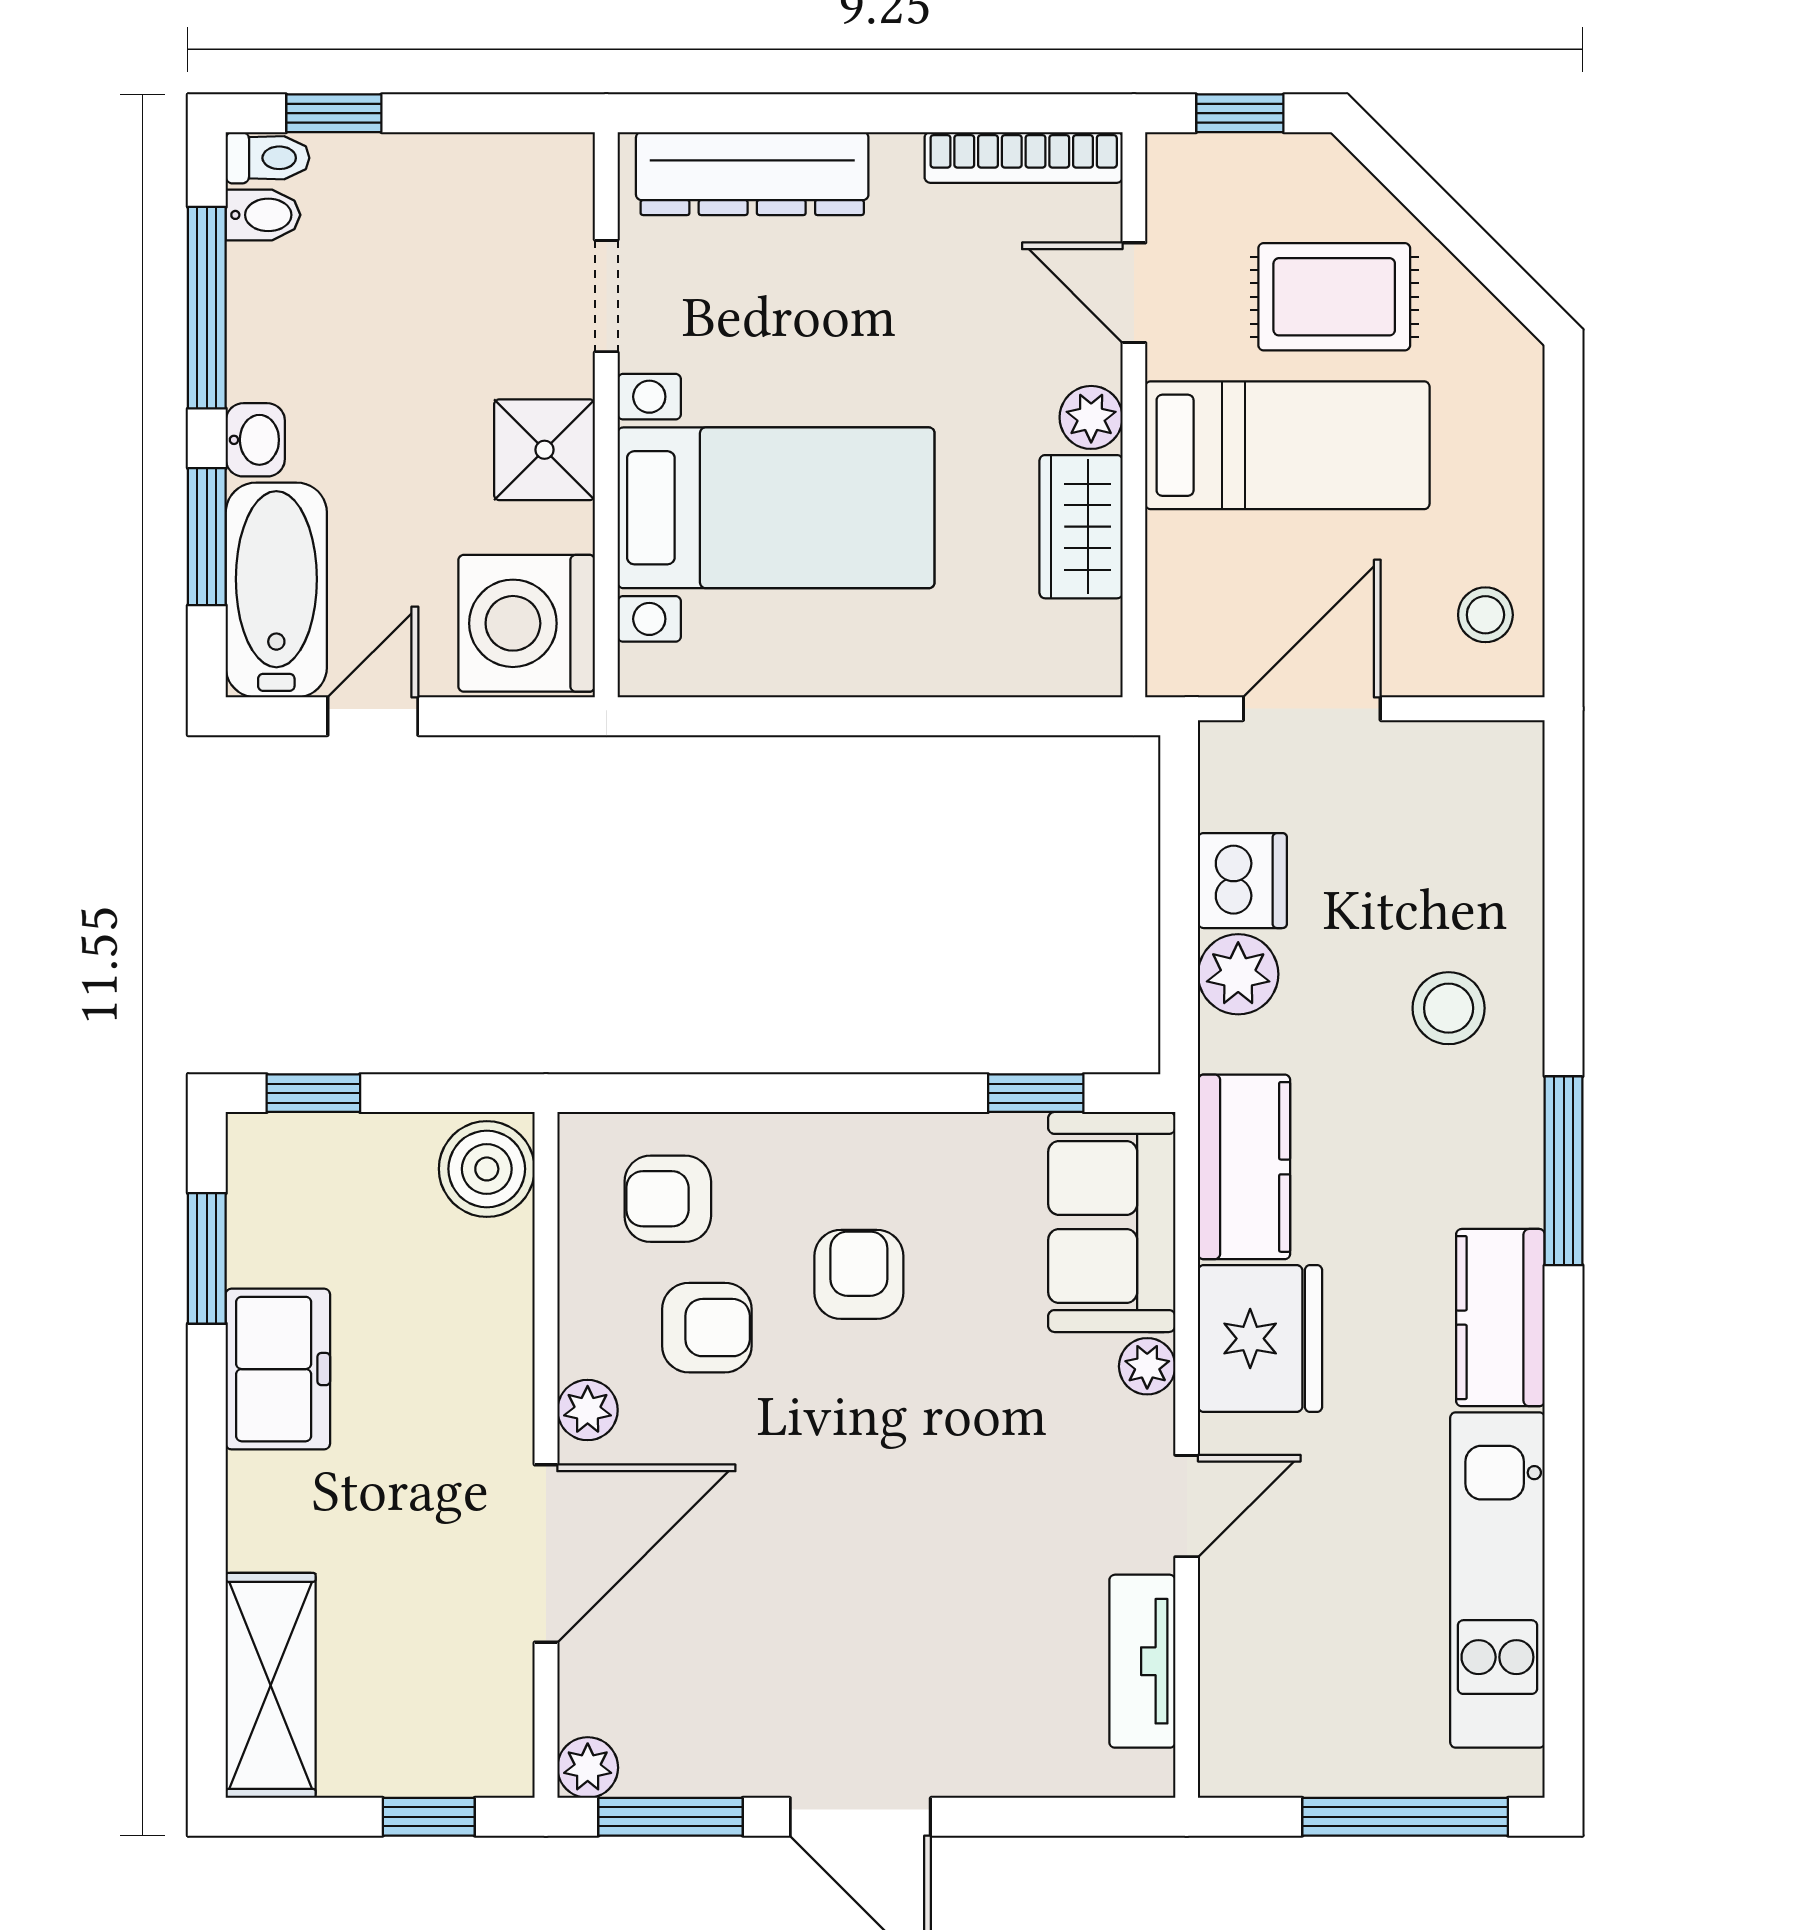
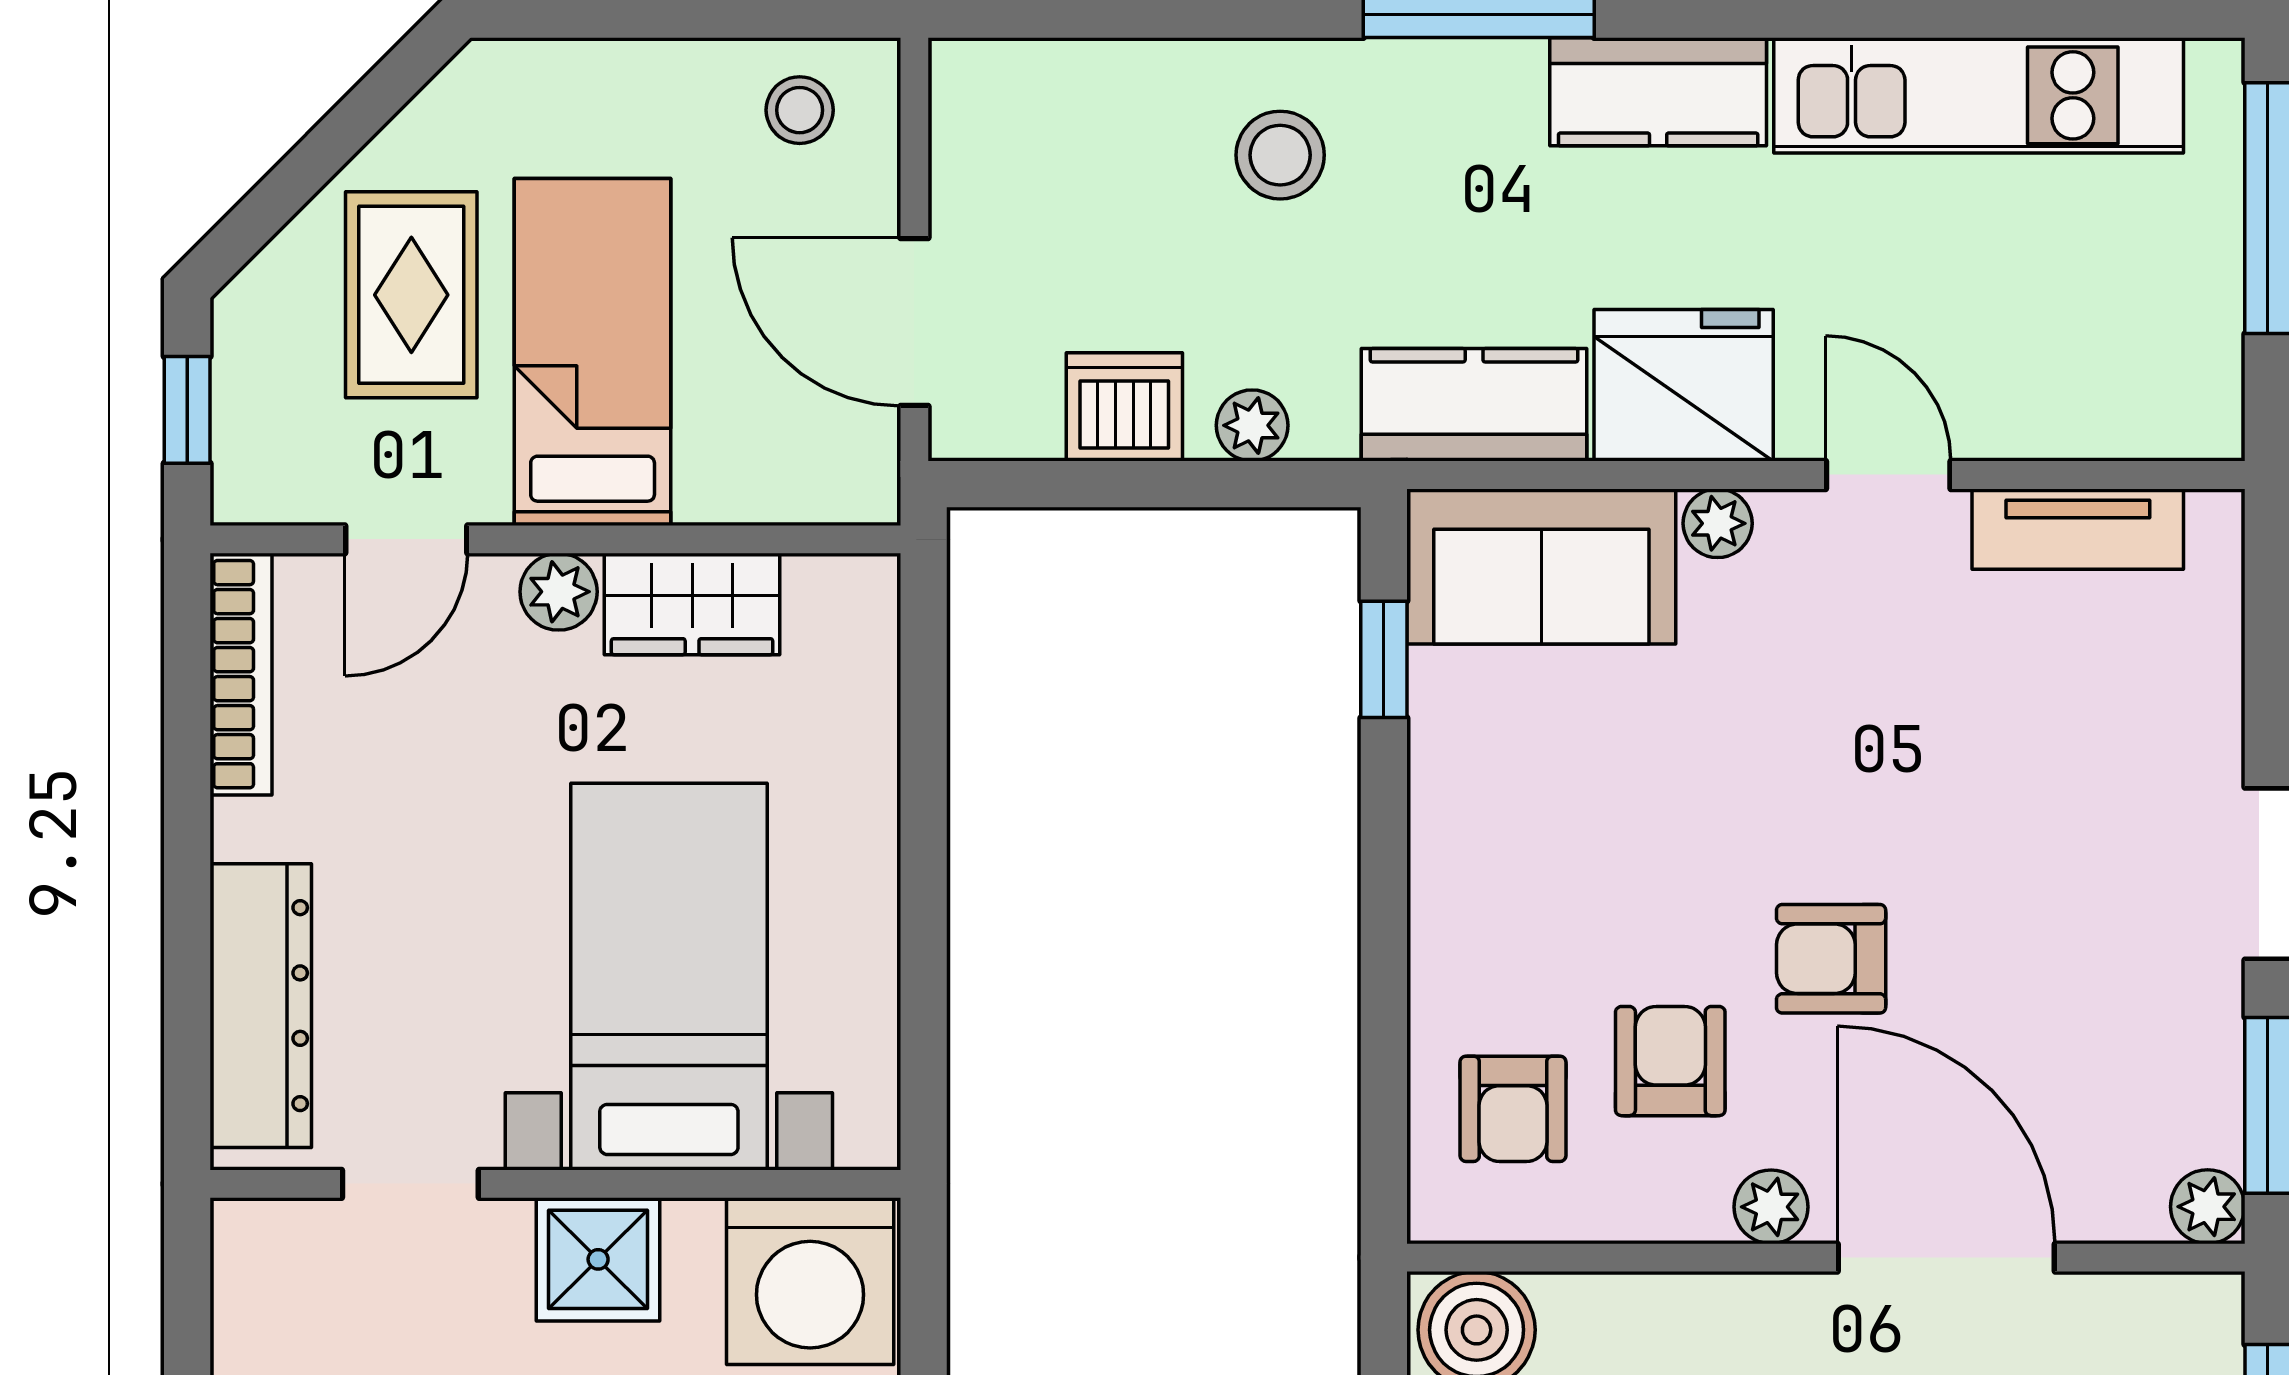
plant: (1238, 974) -> (1252, 425), width x0.73, depth x0.73
armchair: (859, 1274) -> (1831, 959), moved

